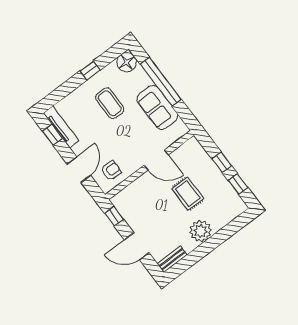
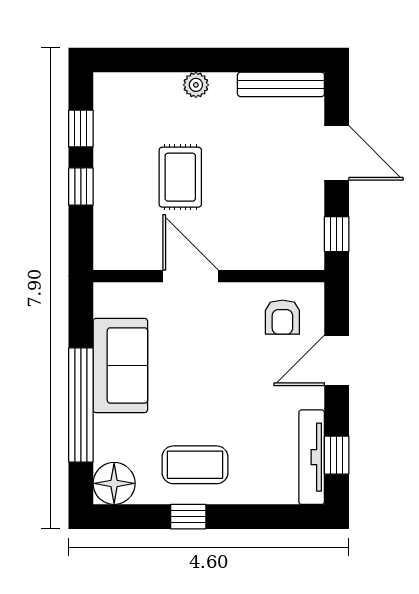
coffee table: (110, 103) -> (195, 465), moved, turned 90
armchair: (111, 170) -> (282, 317), turned -92
plant: (201, 231) -> (196, 85), width x0.53, depth x0.53
bench: (172, 259) -> (281, 84), width x1.36

